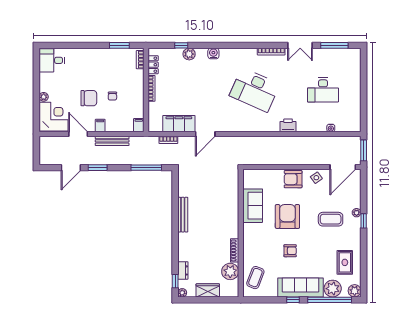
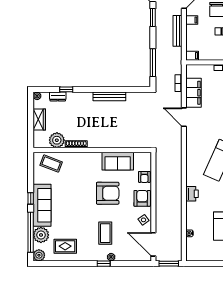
armchair: (290, 251) -> (144, 177), moved
window: (175, 281) -> (66, 89), moved

